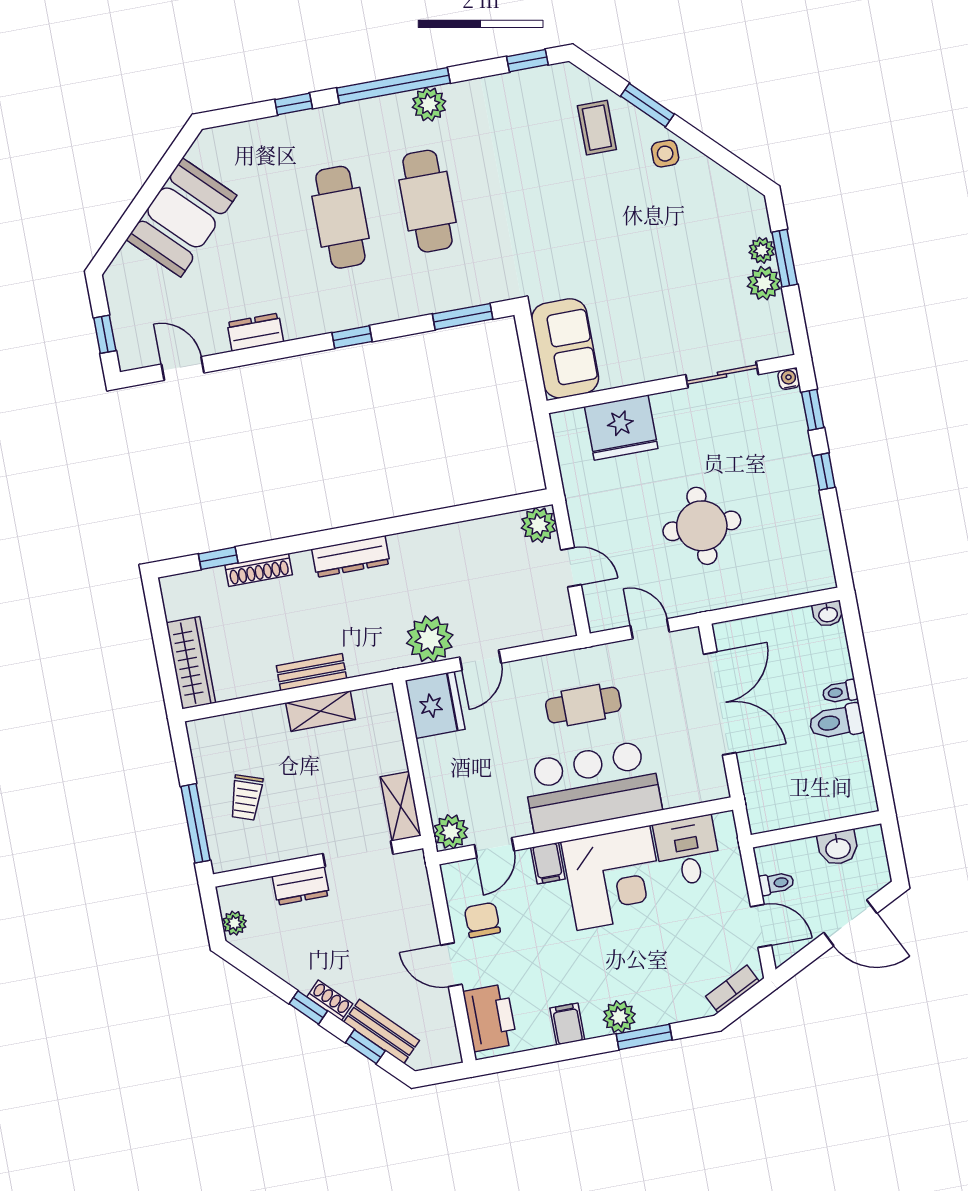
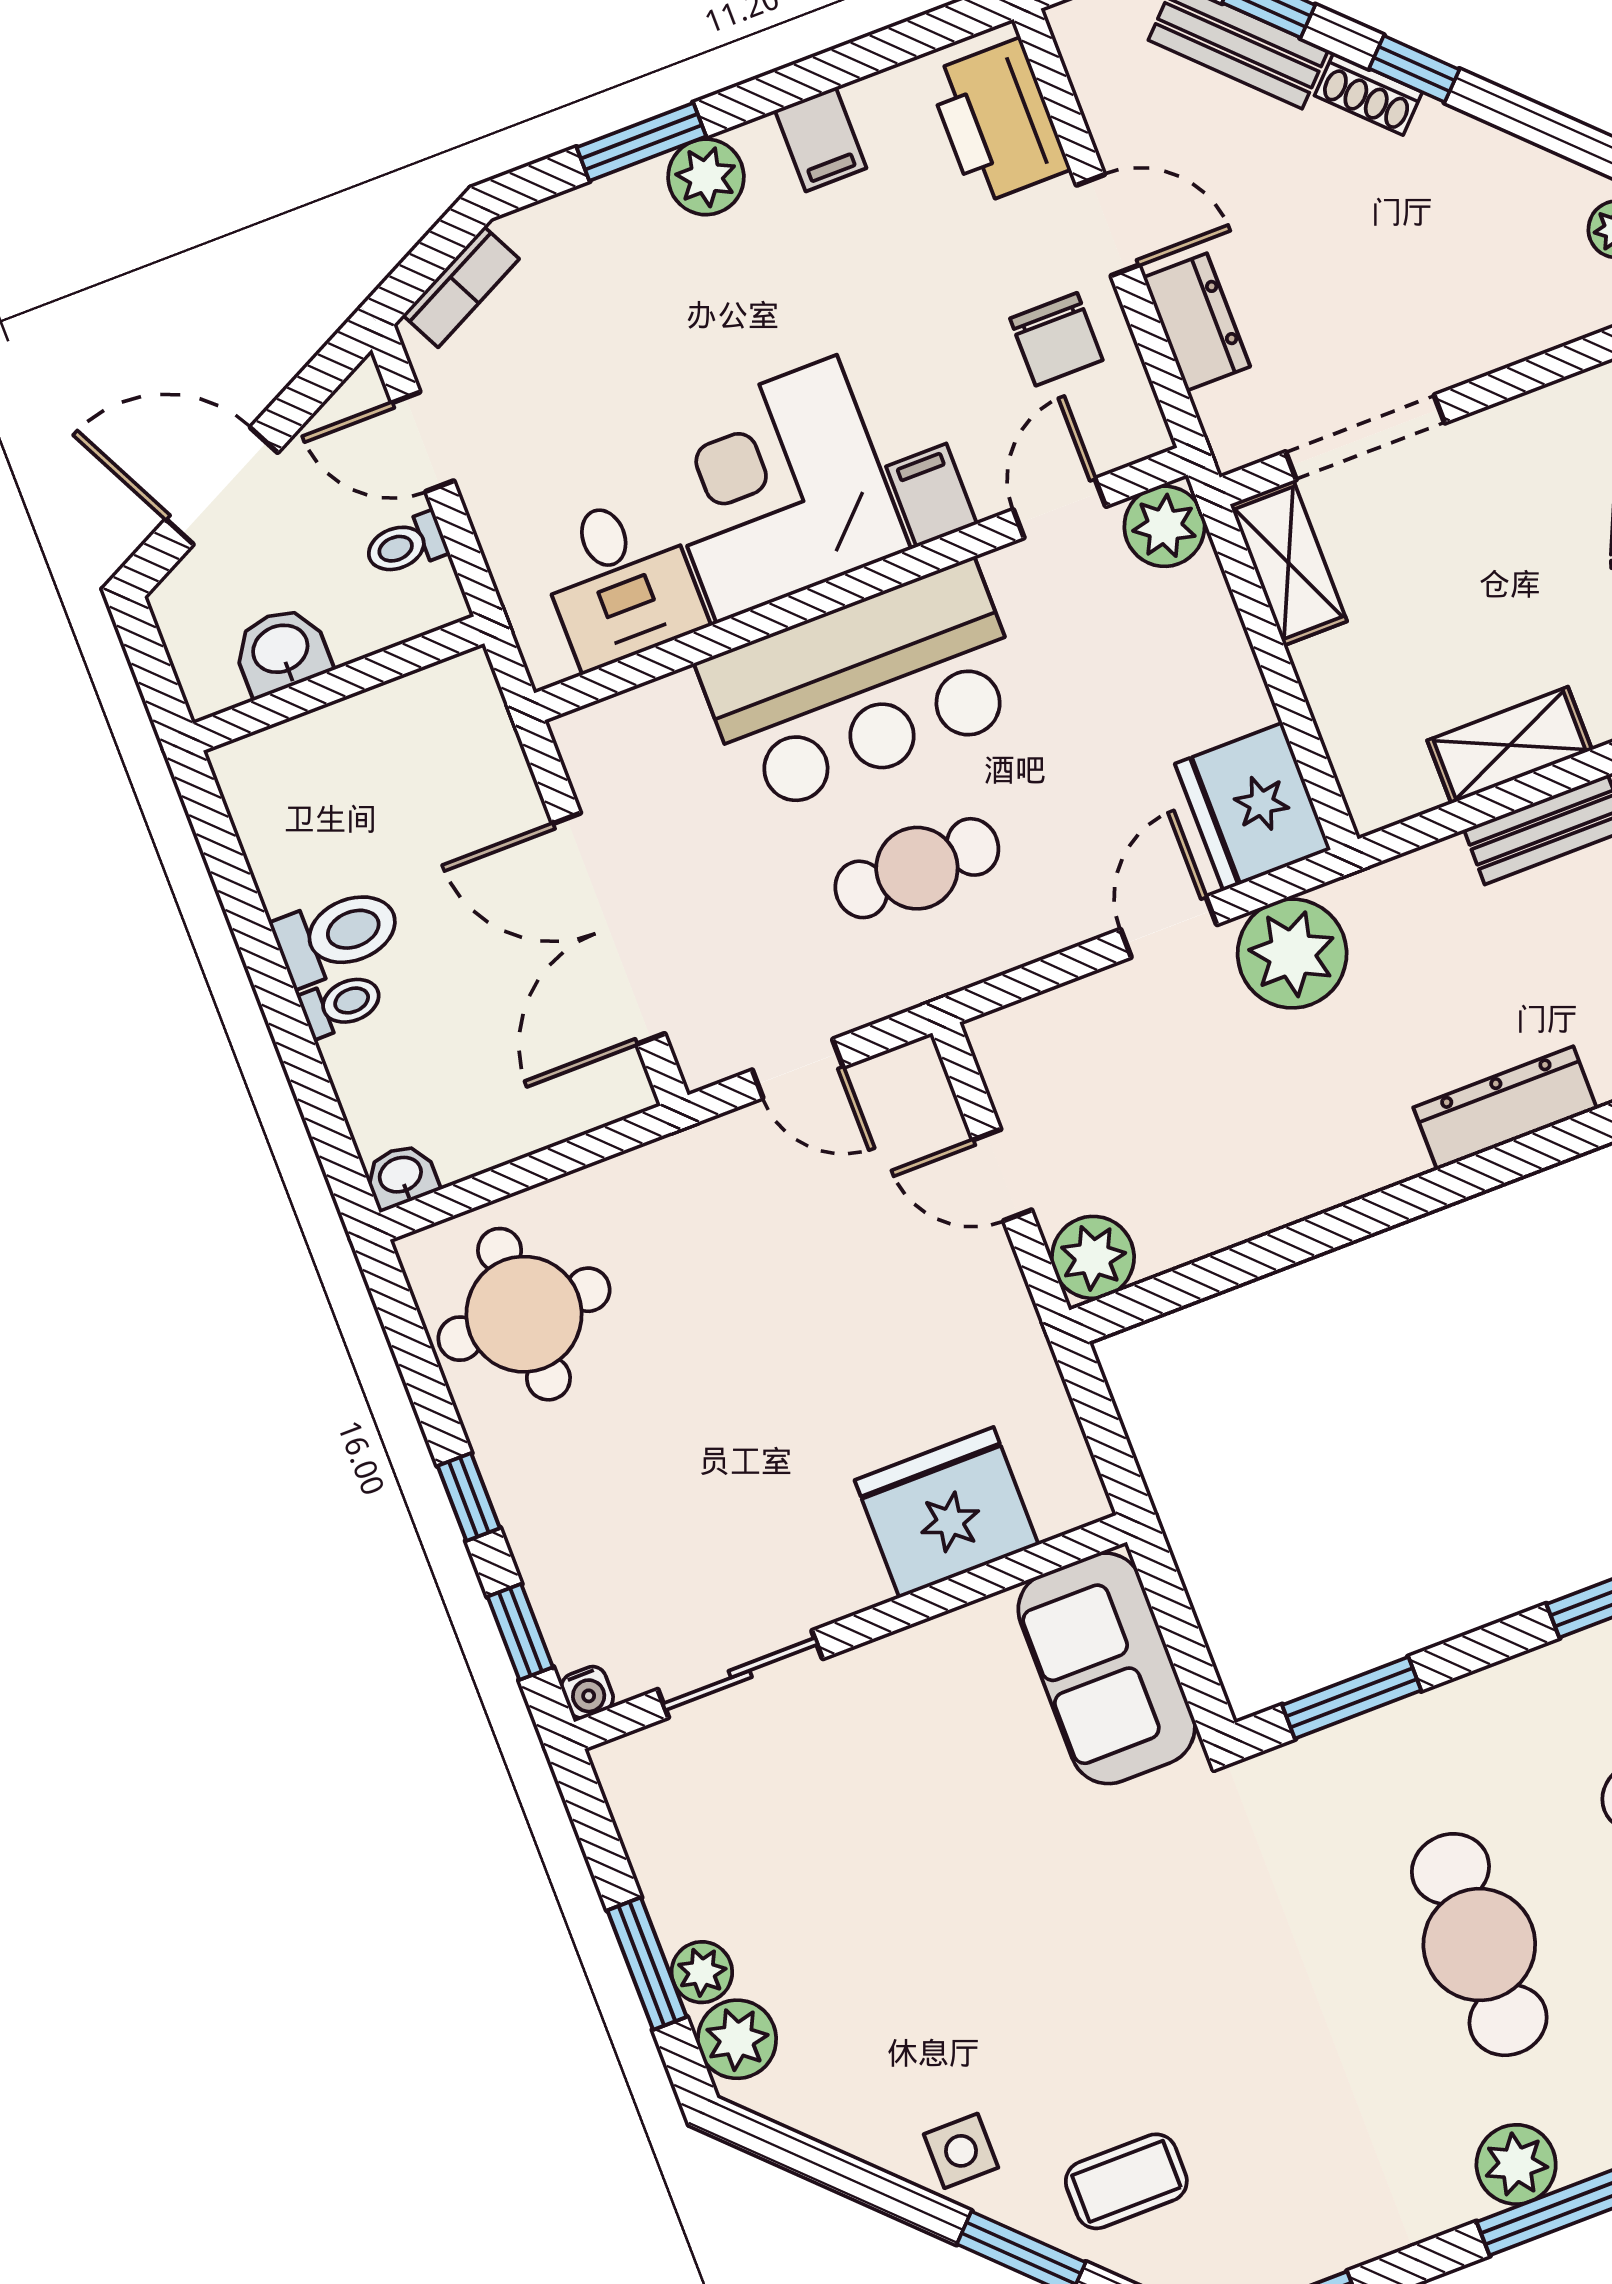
coffee table: (597, 128) -> (1126, 2181), turned 90
plant: (764, 283) -> (737, 2039), moved
round table: (702, 526) -> (524, 1314), moved
dresser: (301, 886) -> (1197, 322), moved, turned 90

